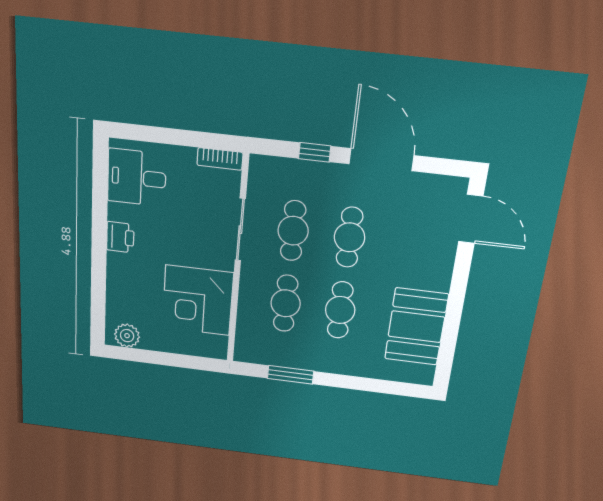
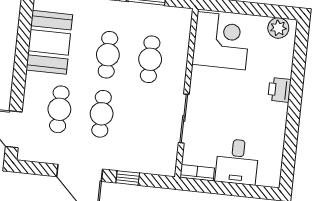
desk: (137, 178) -> (237, 162), moved, turned 90
cafe table: (293, 231) -> (59, 109), moved
printer: (120, 237) -> (279, 90), moved
corner desk: (198, 300) -> (221, 41), moved

